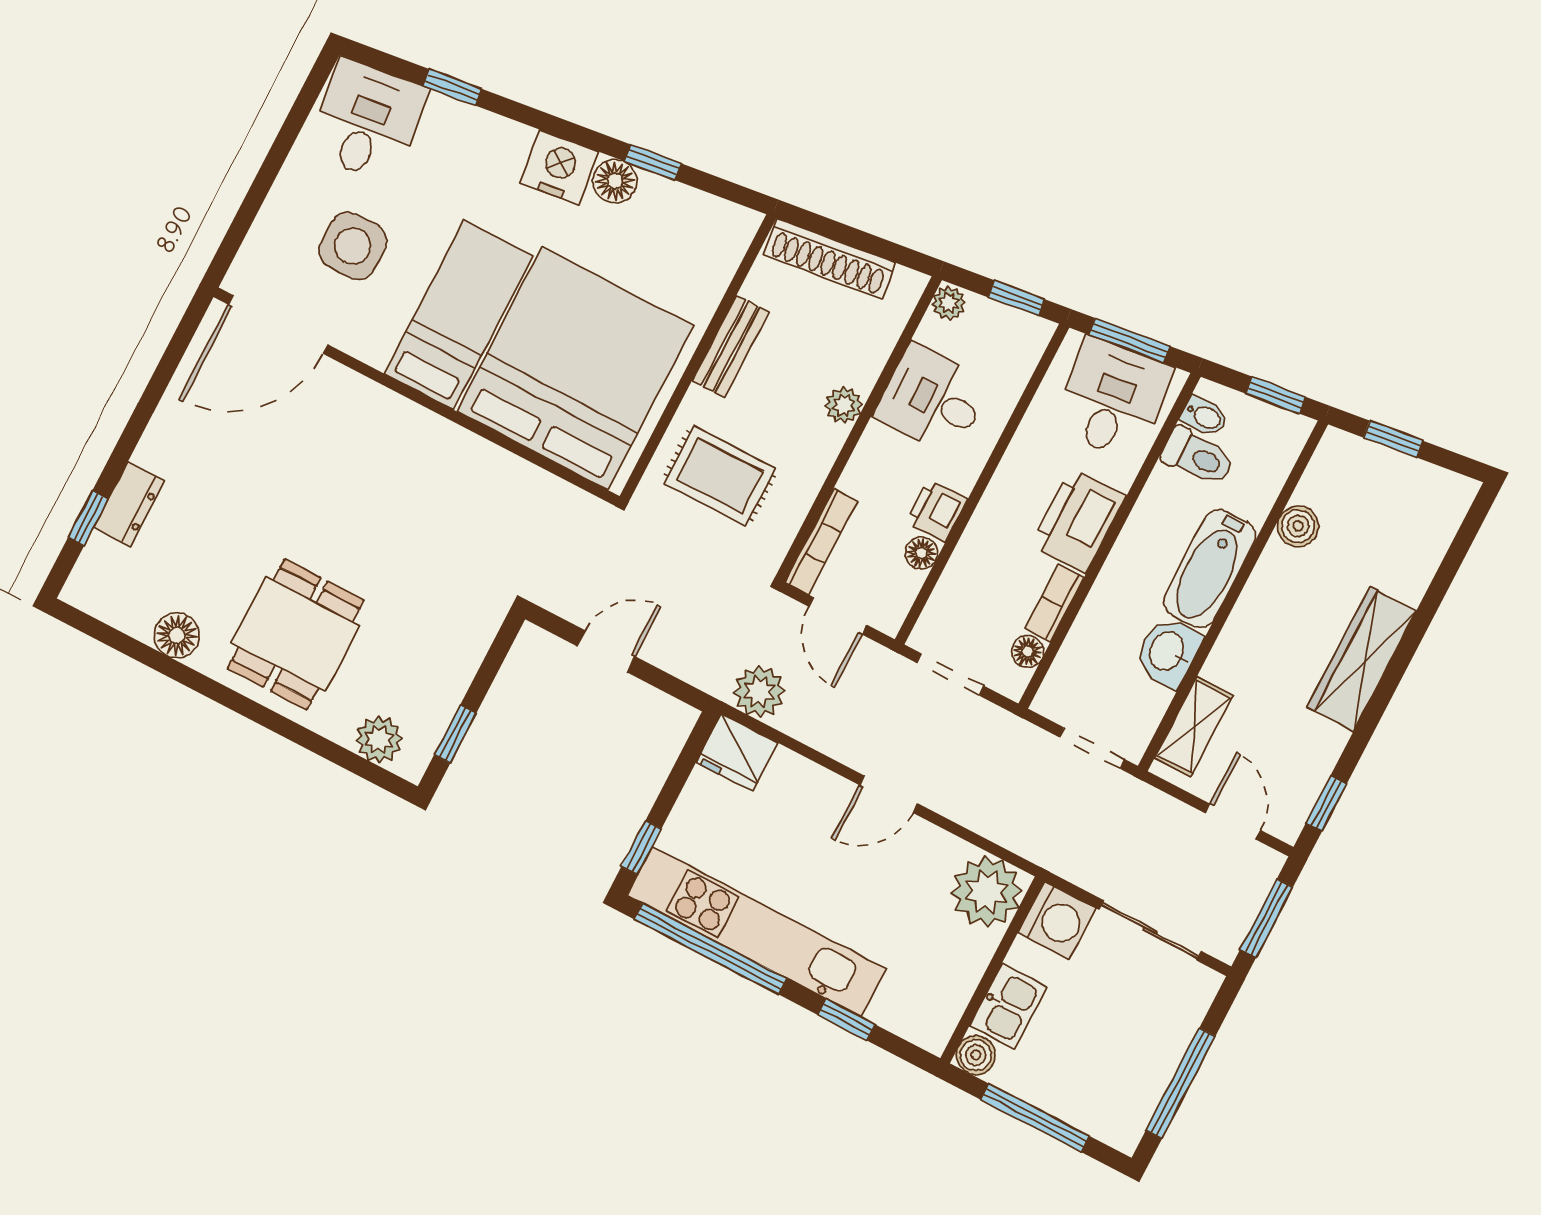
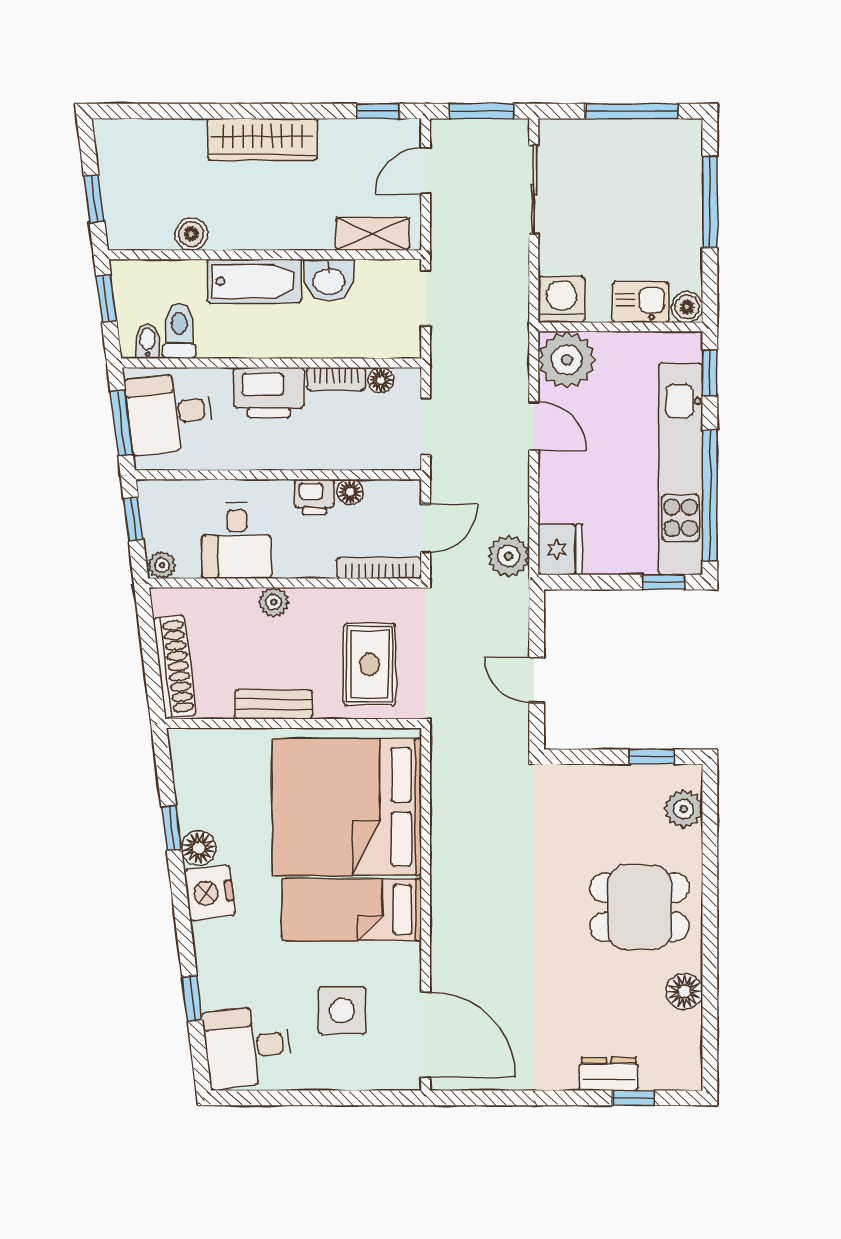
plant: (987, 892) -> (567, 360), moved
washing machine: (1057, 921) -> (561, 299), moved
wall: (992, 970) -> (620, 327), moved
kitchen sink: (1008, 1006) -> (640, 302), moved
boiler: (976, 1055) -> (687, 307), moved

